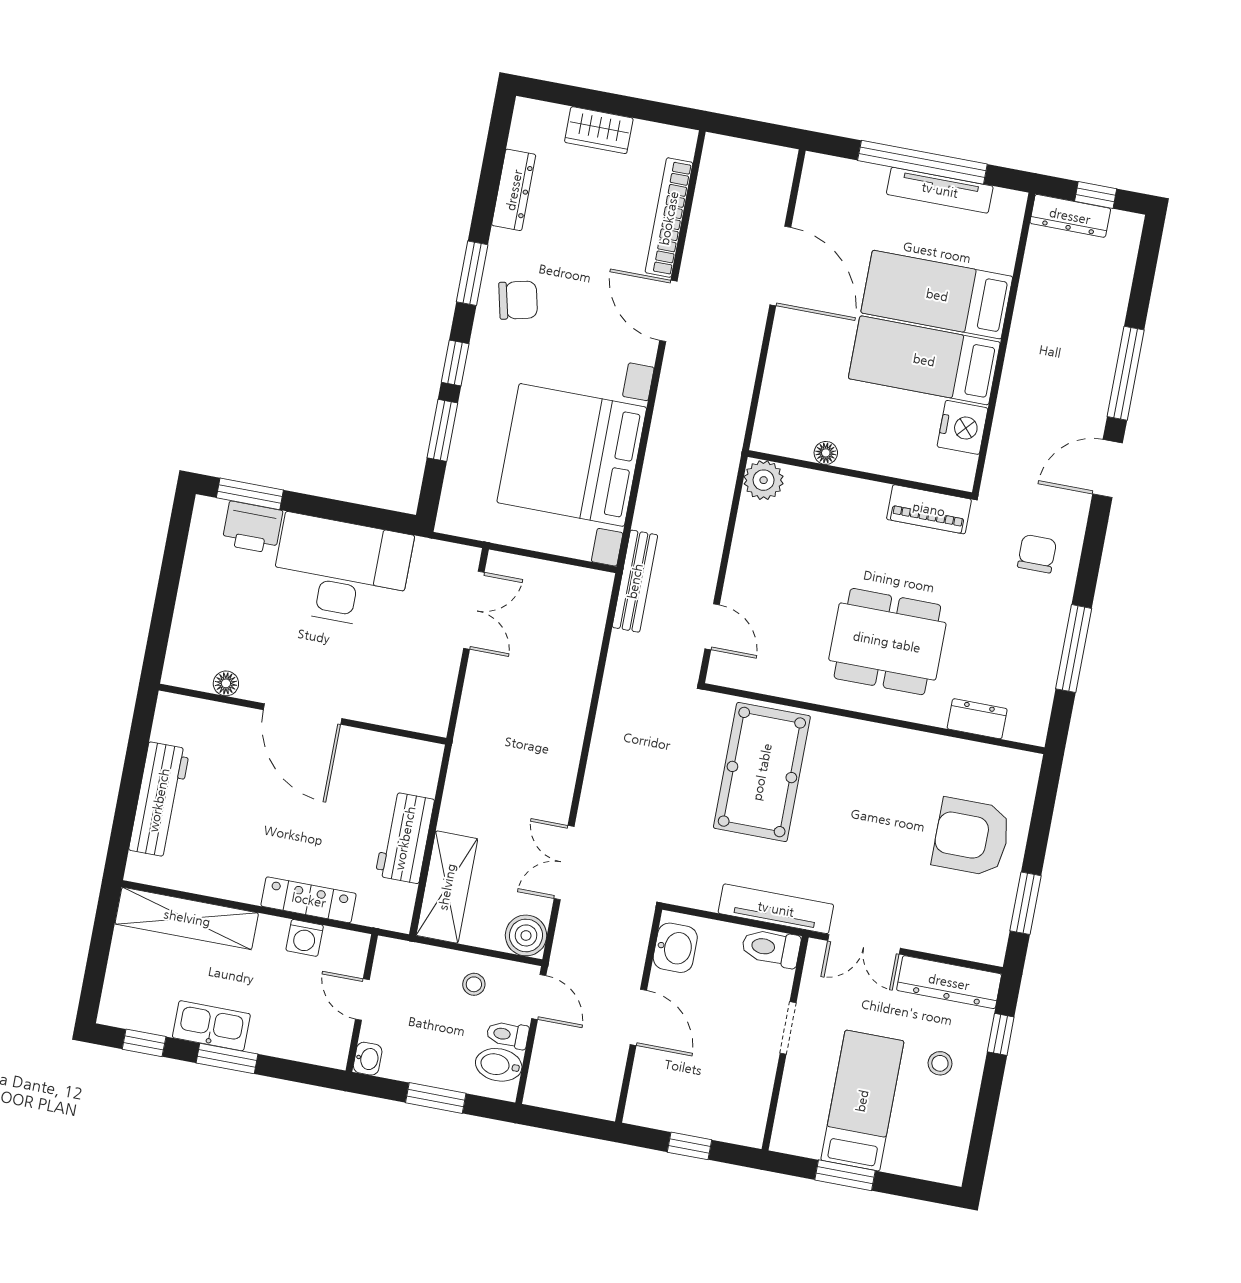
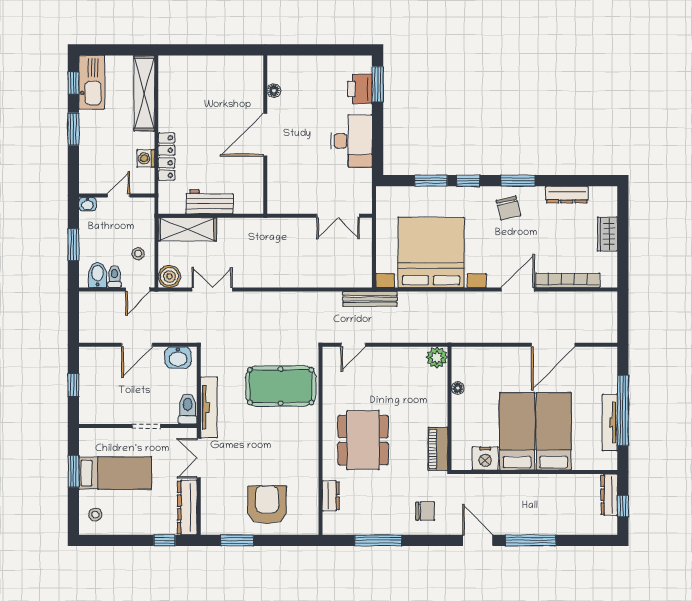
desk: (341, 571) -> (352, 141), width x0.73, depth x0.77
workbench: (159, 800) -> (205, 67), removed
kitchen sink: (211, 1026) -> (92, 82), moved, width x1.36, depth x1.24
stool: (940, 1063) -> (95, 515), moved

